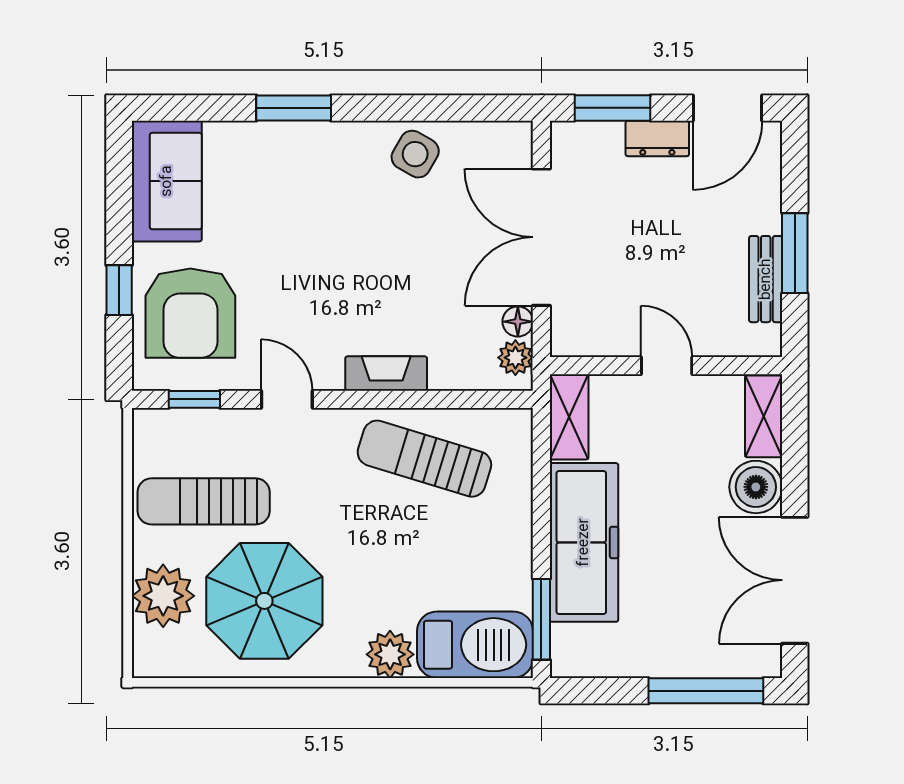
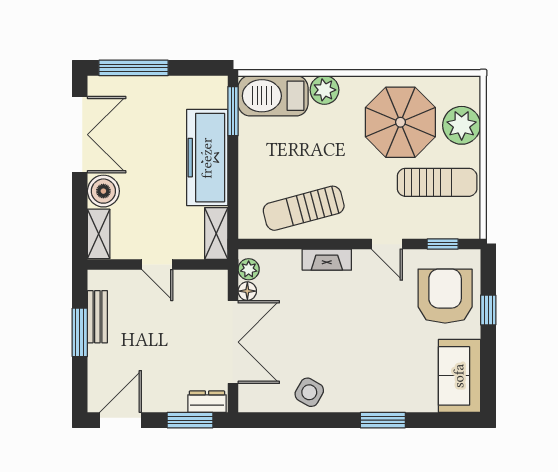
dresser: (657, 138) -> (207, 402), moved
sun lounger: (424, 459) -> (304, 208), turned 148

